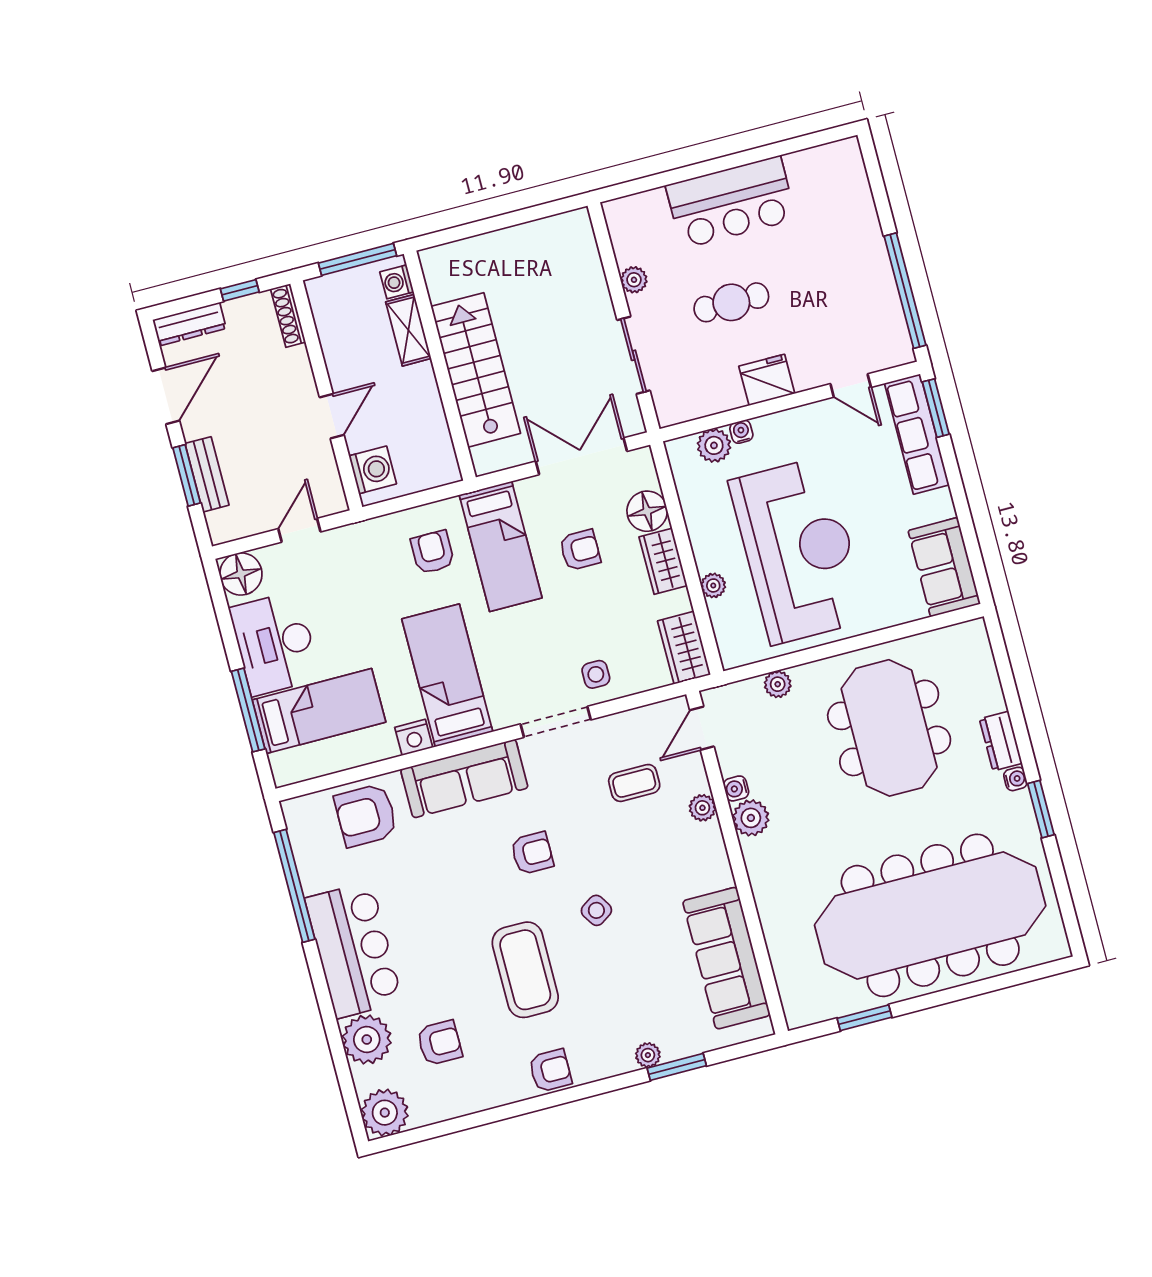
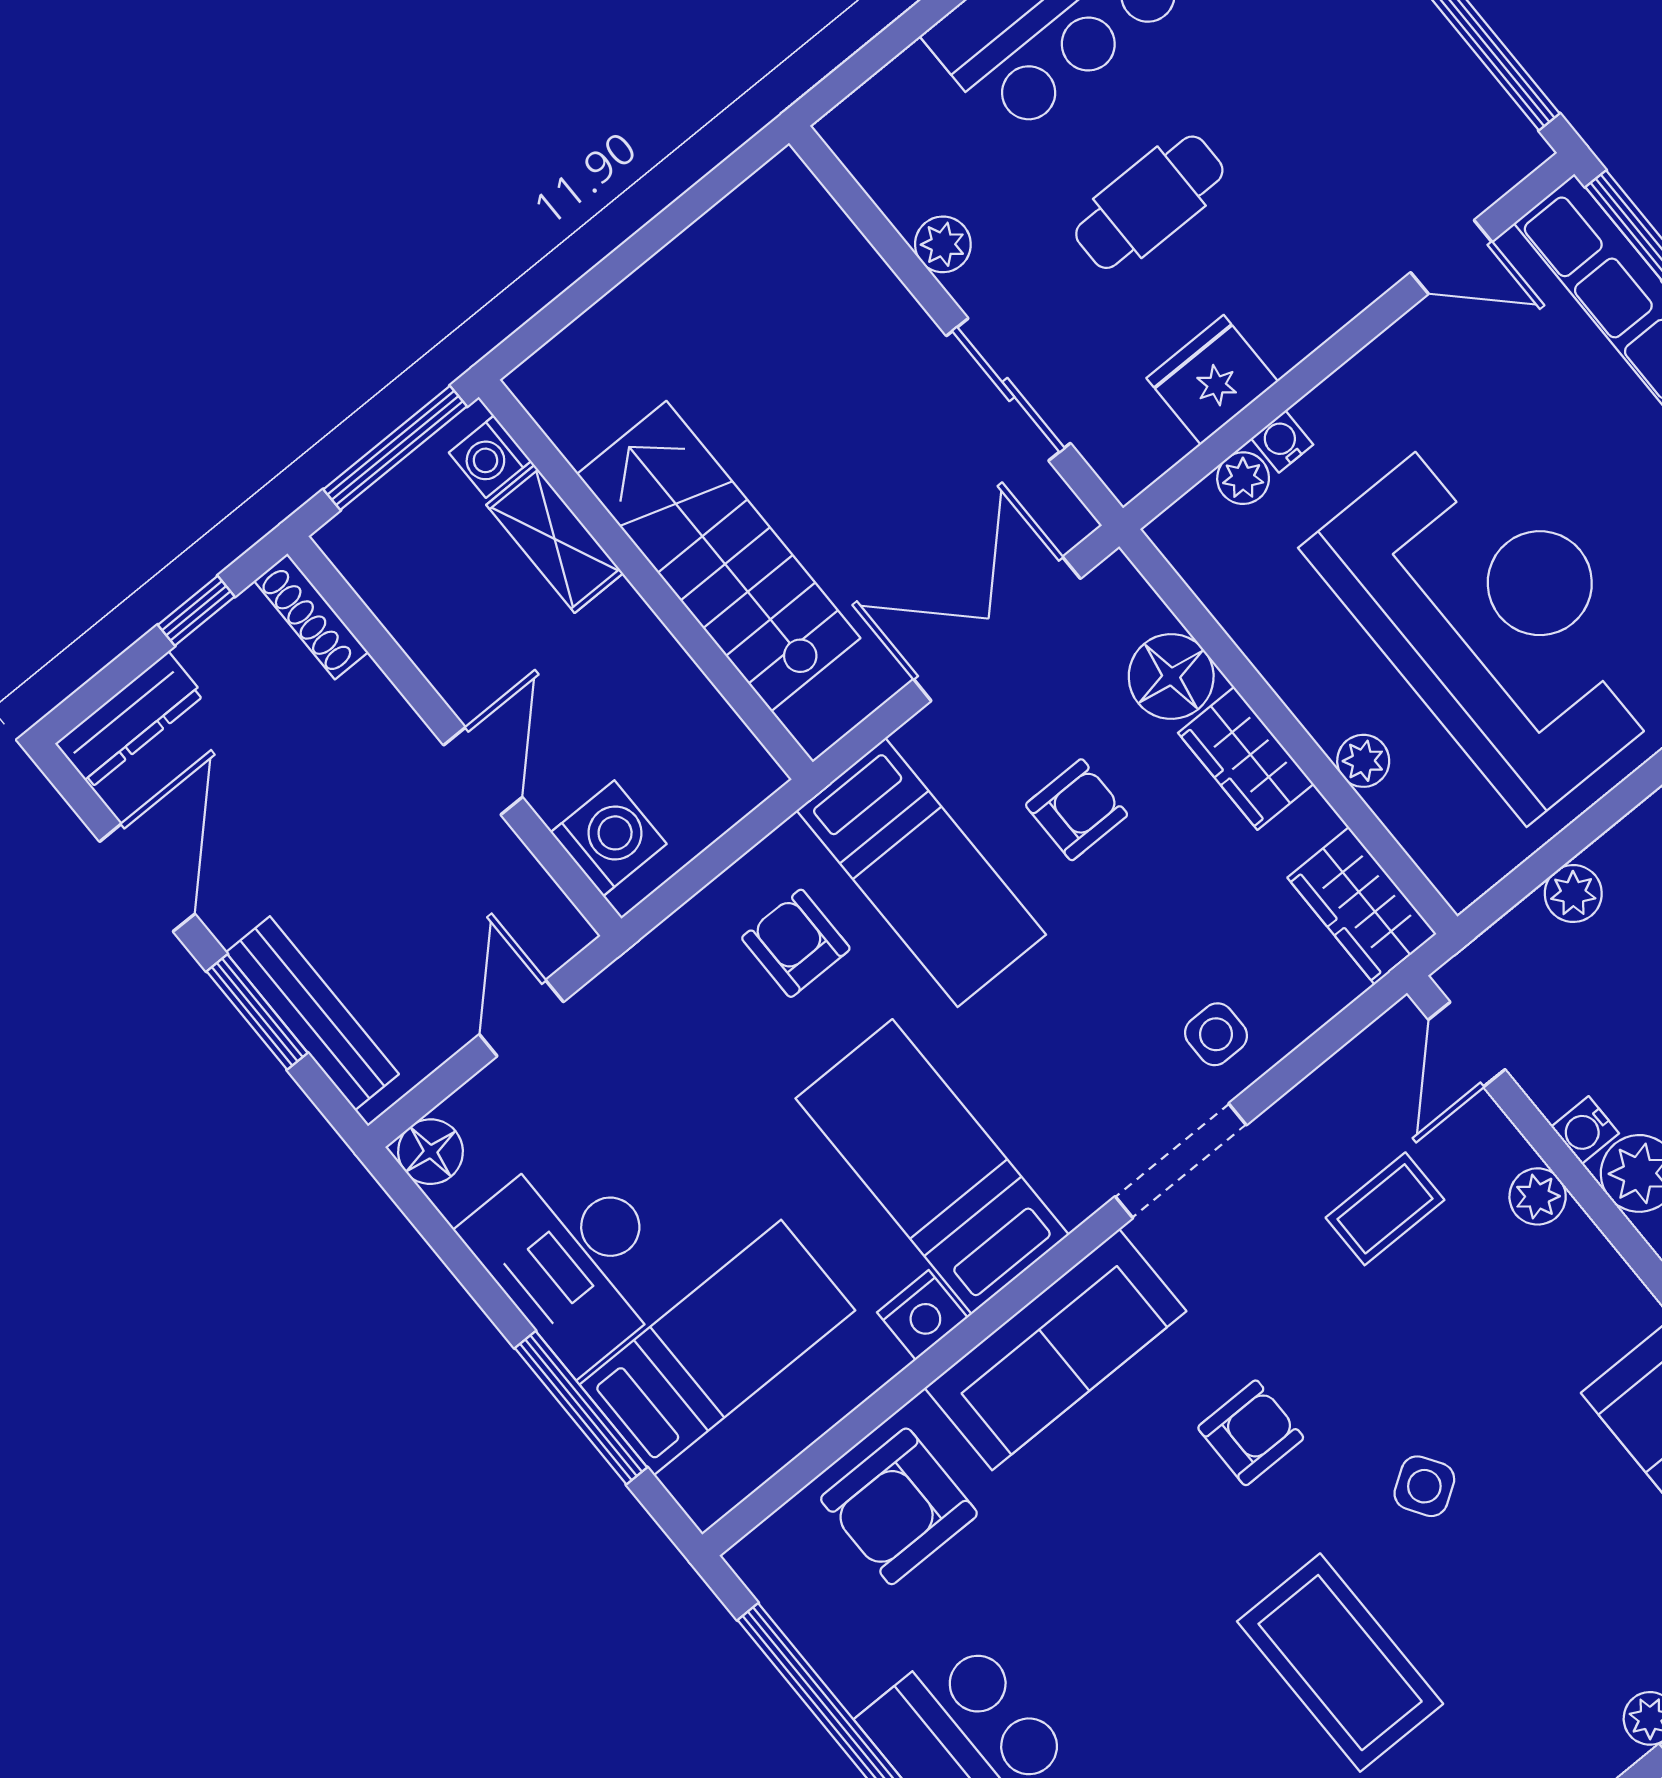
fridge: (767, 380) -> (1212, 380), moved
plant: (714, 445) -> (1243, 478), width x0.73, depth x0.73
bench: (207, 474) -> (312, 1013), width x1.36
floor lamp: (241, 574) -> (430, 1152), width x0.73, depth x0.73

